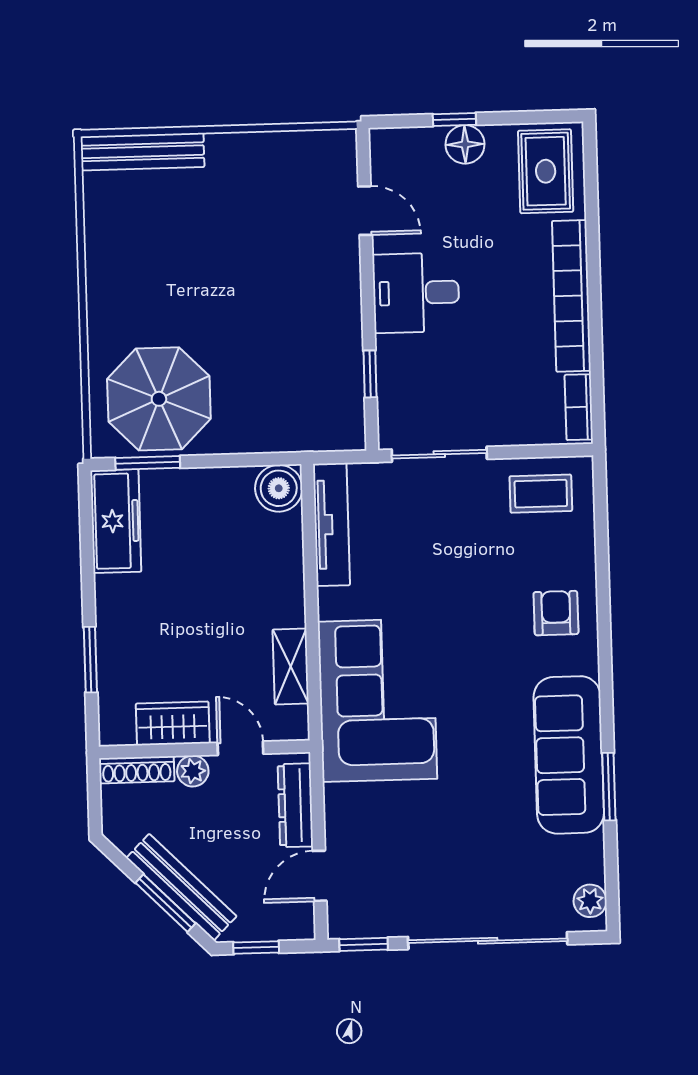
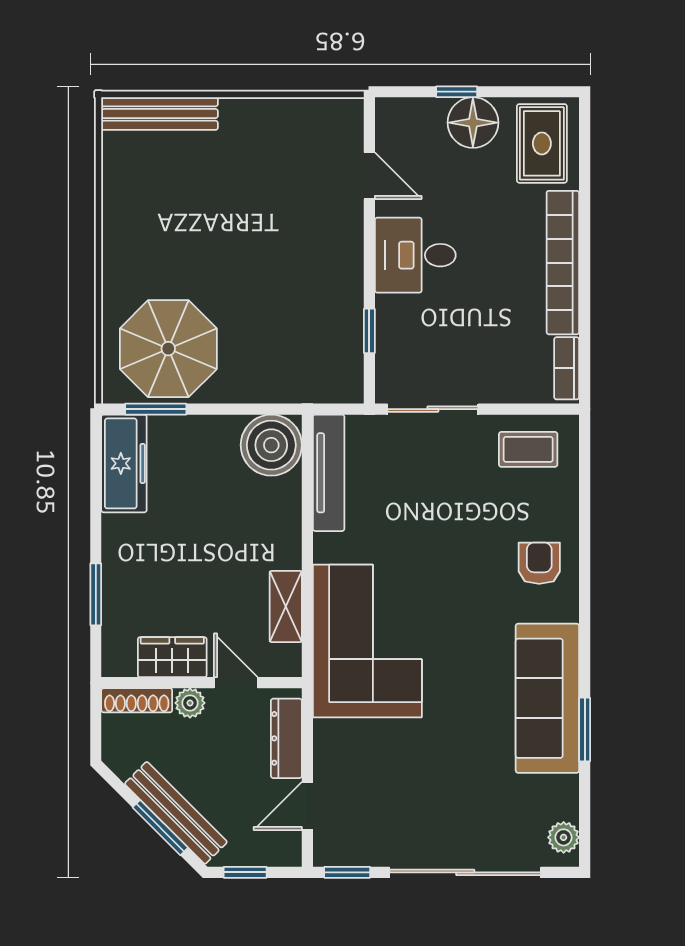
floor lamp: (465, 144) -> (473, 123), width x1.38, depth x1.38
boiler: (279, 488) -> (271, 445), width x1.37, depth x1.37

